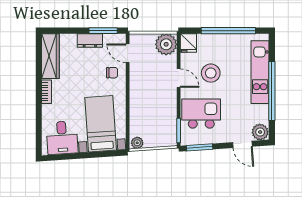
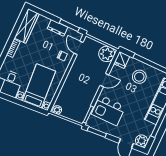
stool: (211, 73) -> (139, 77), moved
door: (179, 78) -> (104, 80), hinge flipped
kitchen island: (201, 114) -> (108, 110), turned 180

